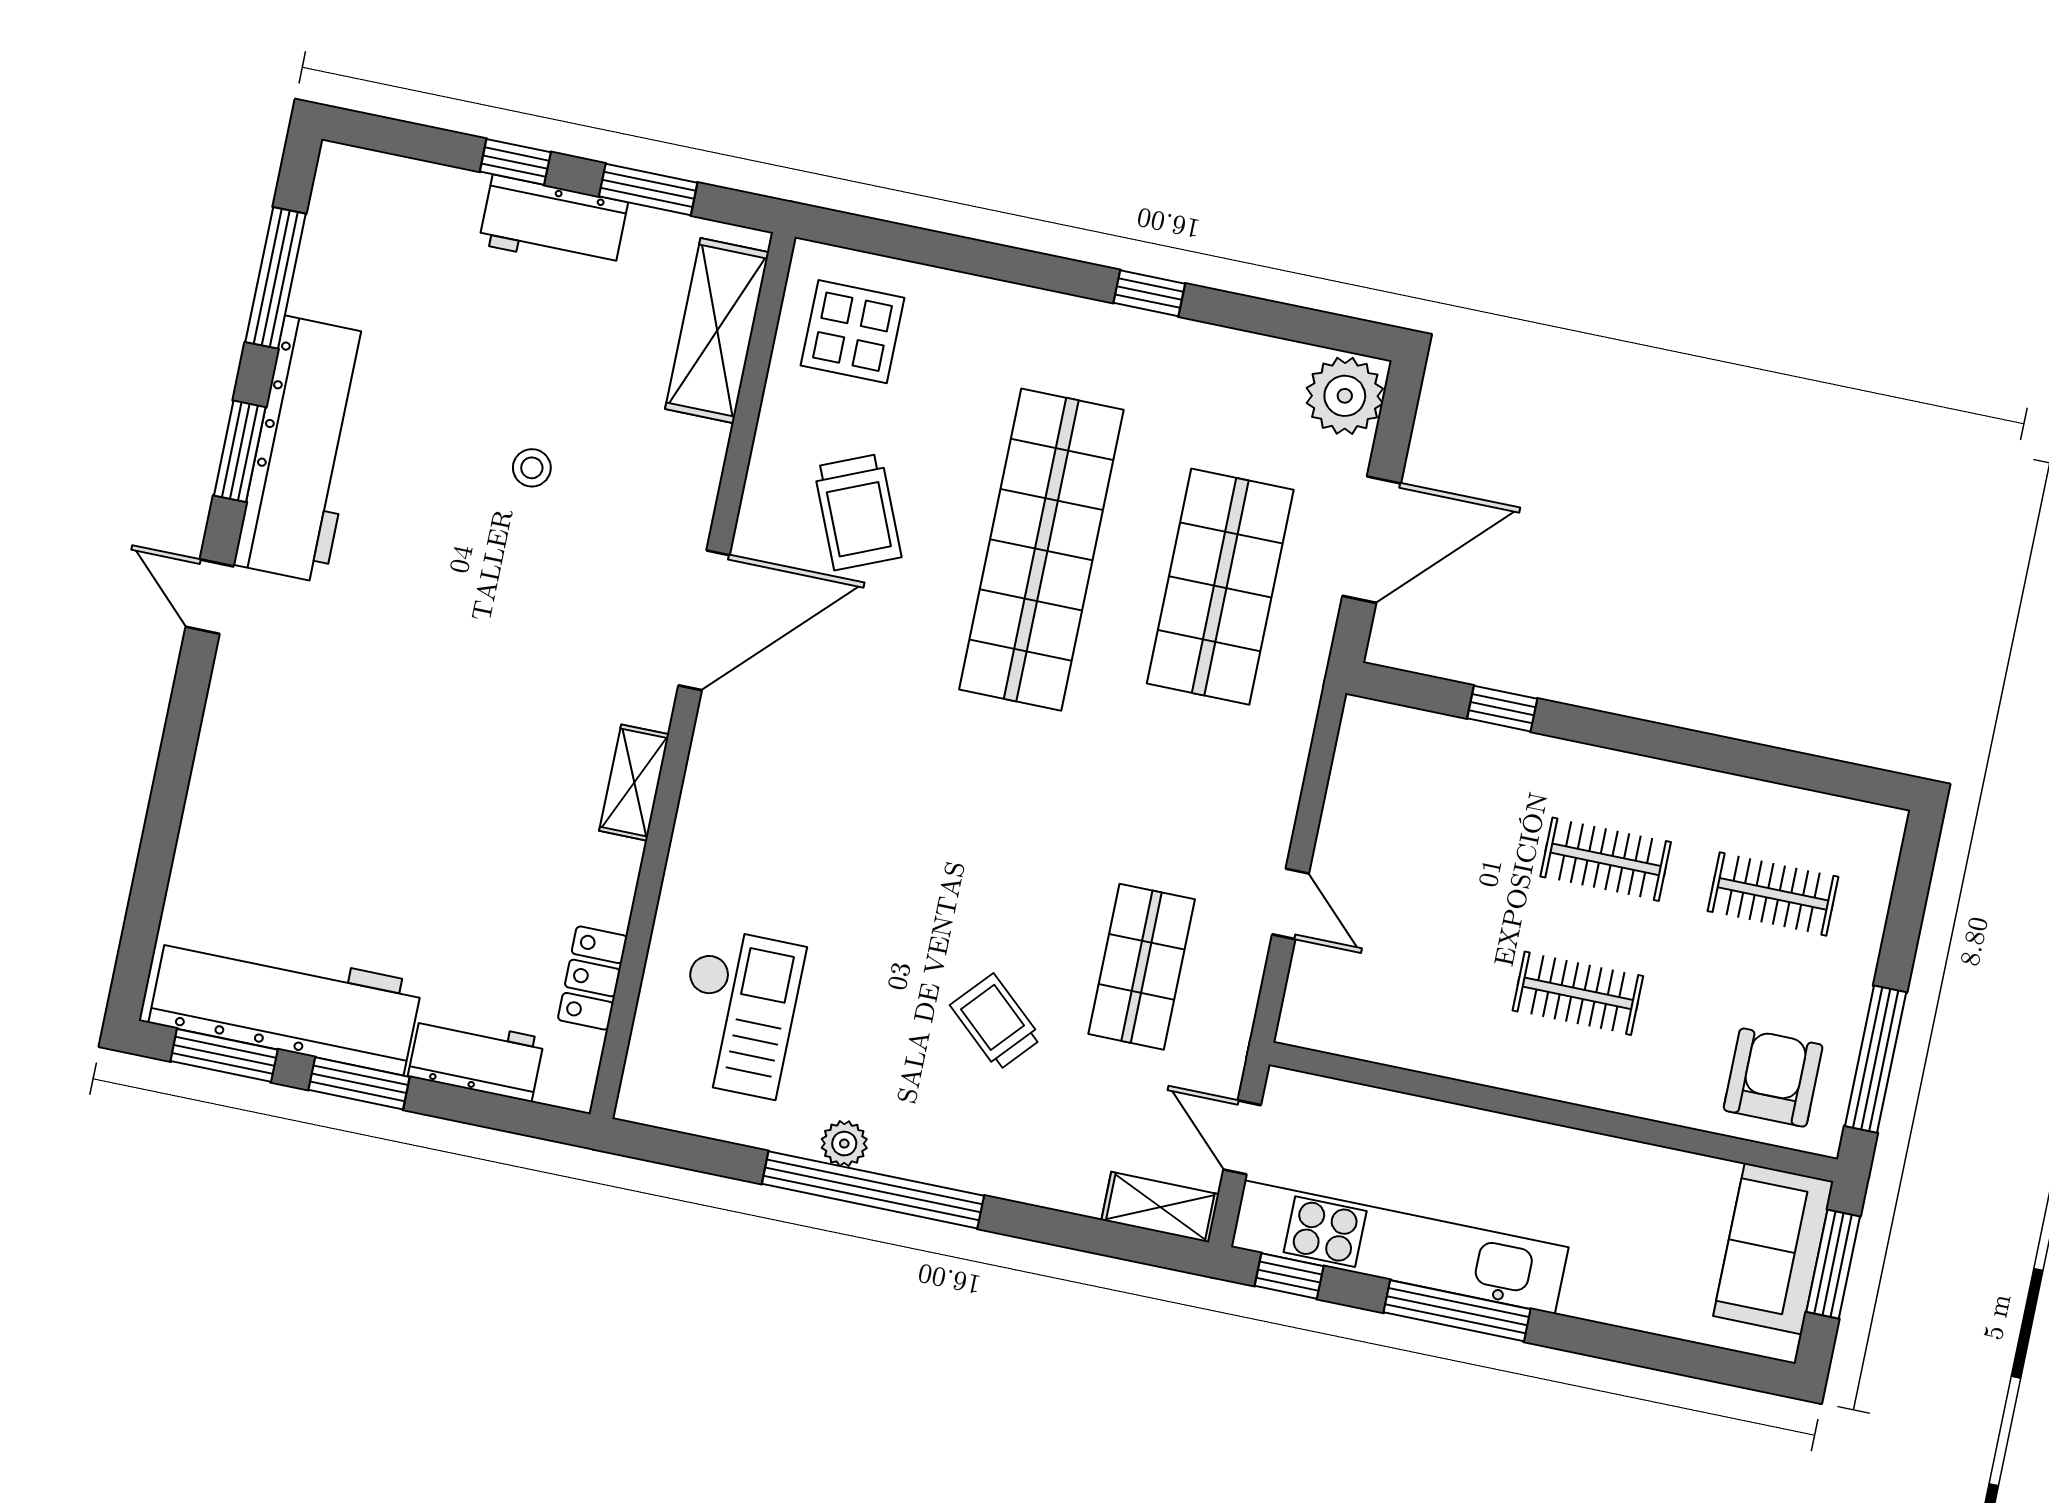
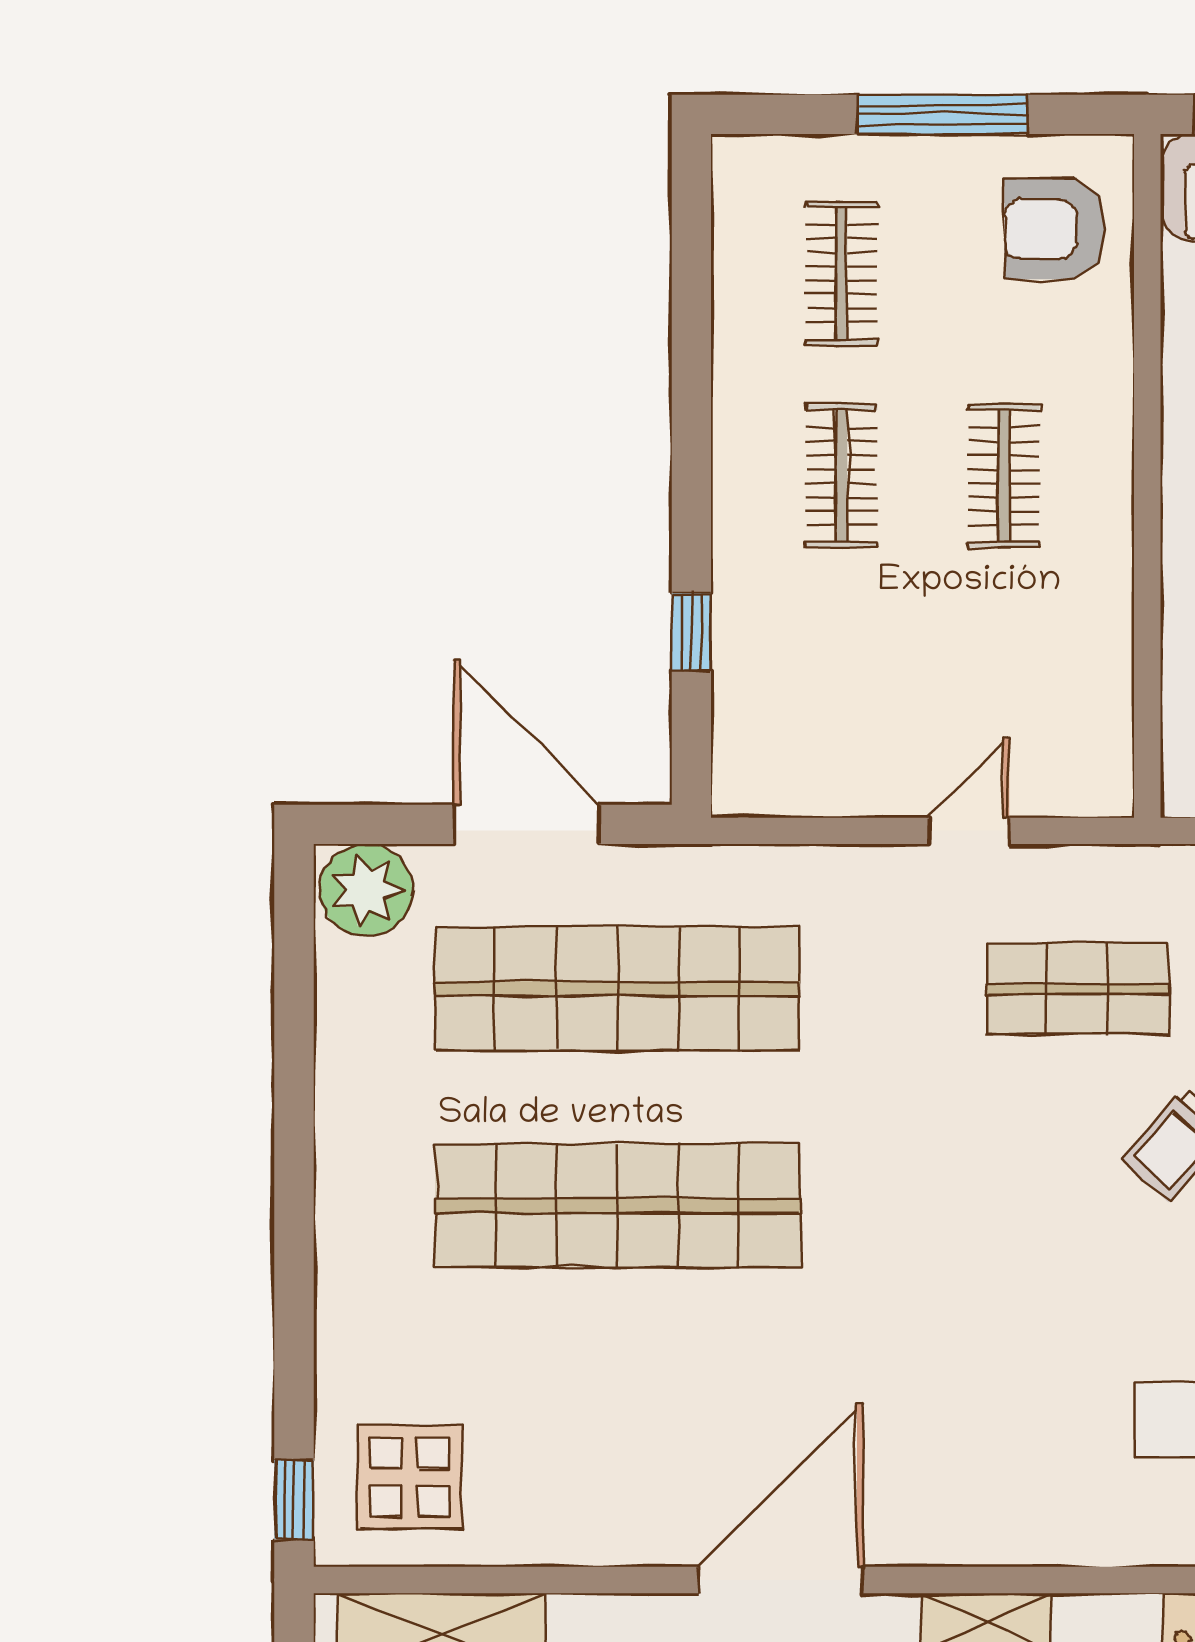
window: (1149, 293) -> (294, 1499), moved
trolley: (858, 512) -> (618, 1428), removed
shop shelf: (1220, 587) -> (618, 989), width x1.40
door: (704, 620) -> (781, 1580), hinge flipped
window: (1876, 1059) -> (943, 114), moved

